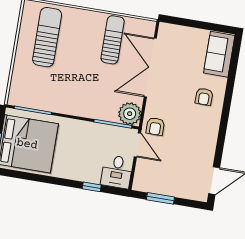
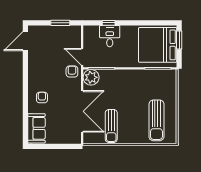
desk: (117, 172) -> (110, 36), moved

